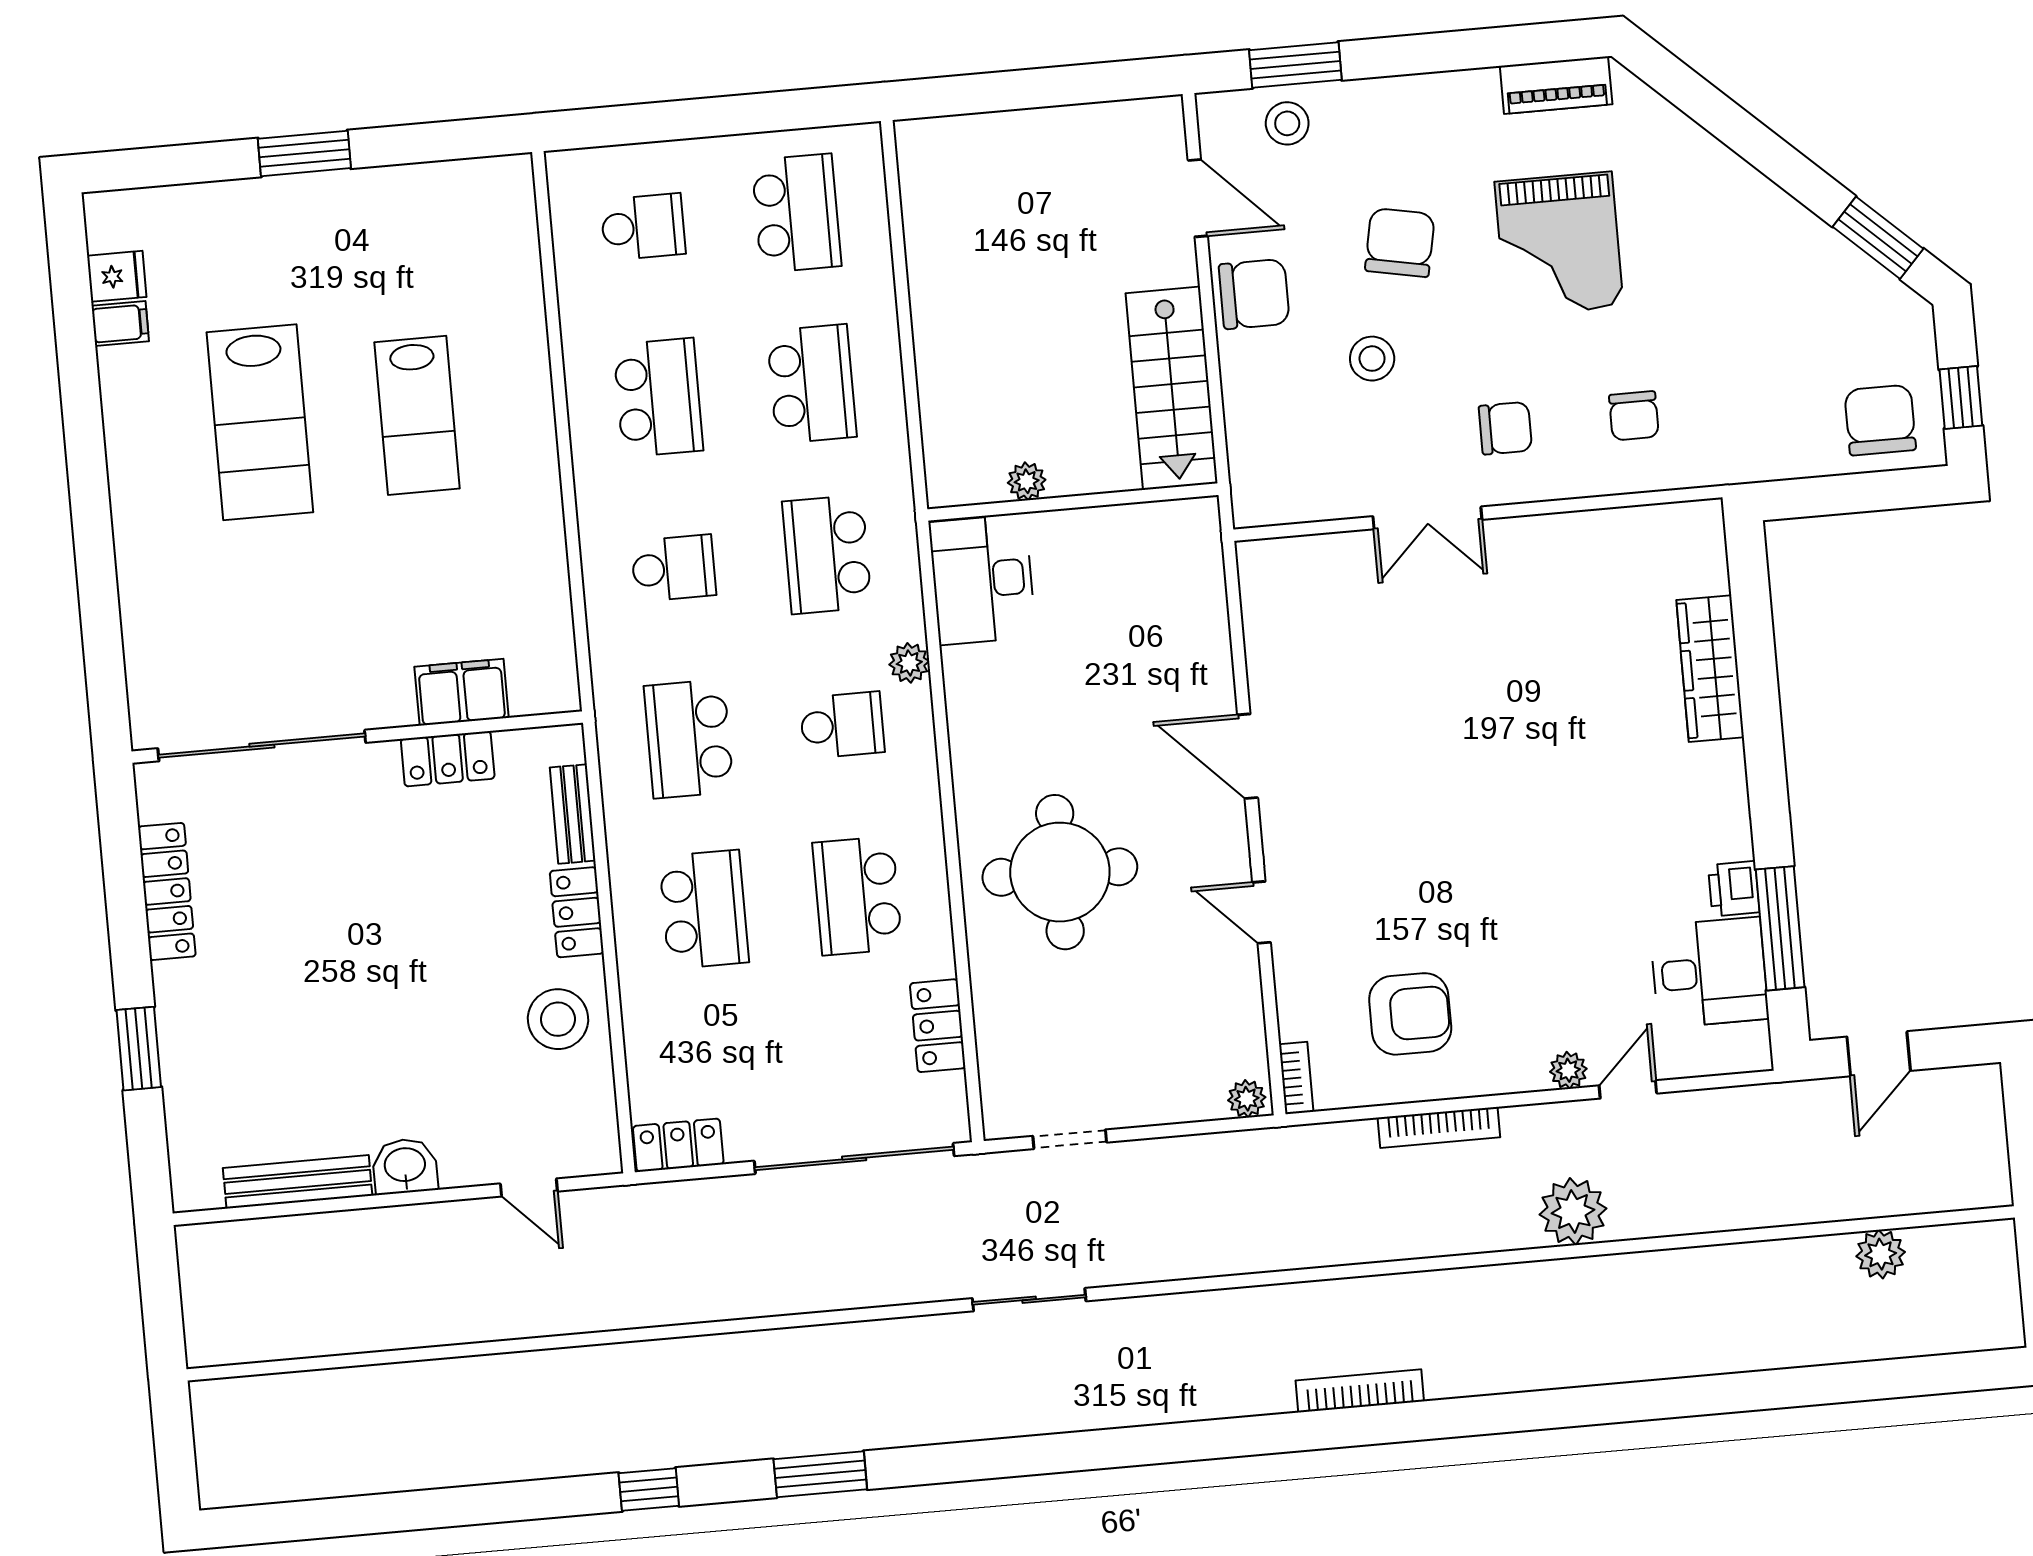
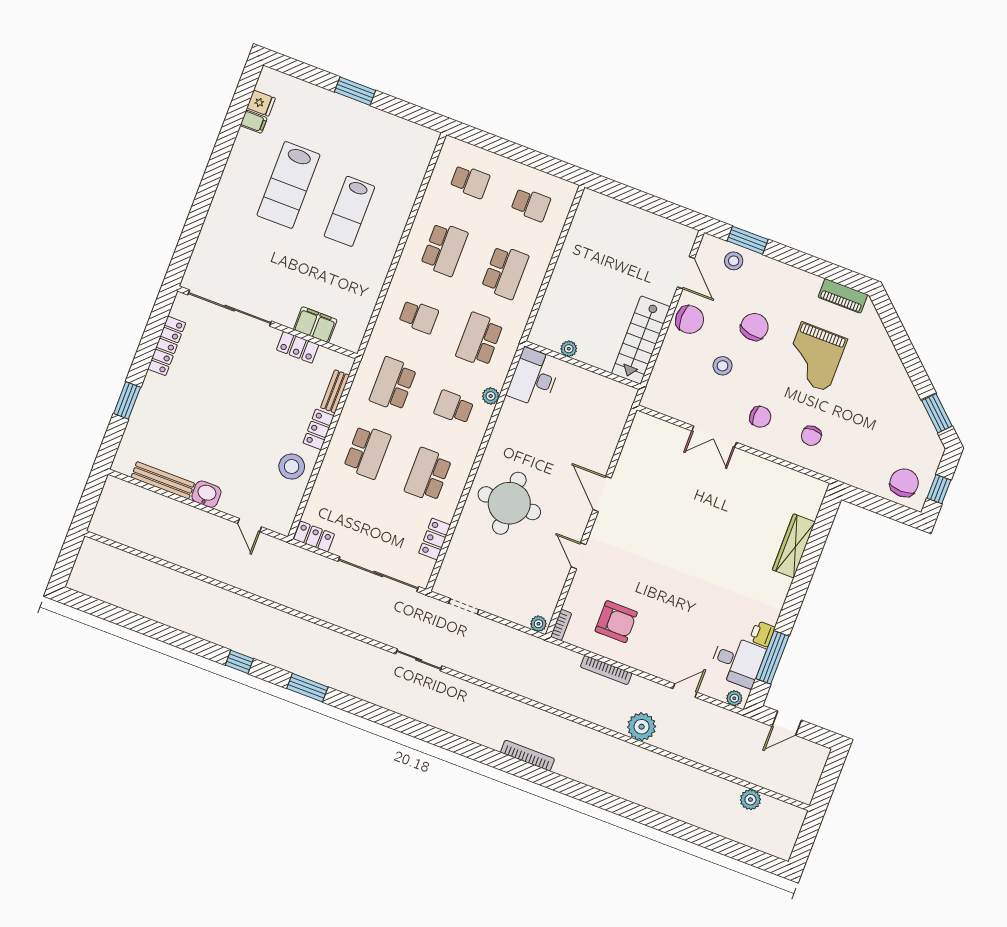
school desk: (796, 213) -> (531, 204), width x0.54
school desk: (842, 725) -> (454, 407), turned 180
plant: (1568, 1070) -> (734, 698), moved

